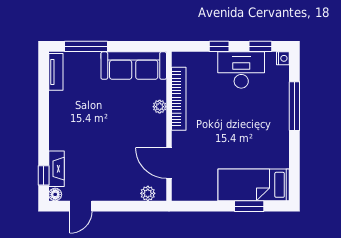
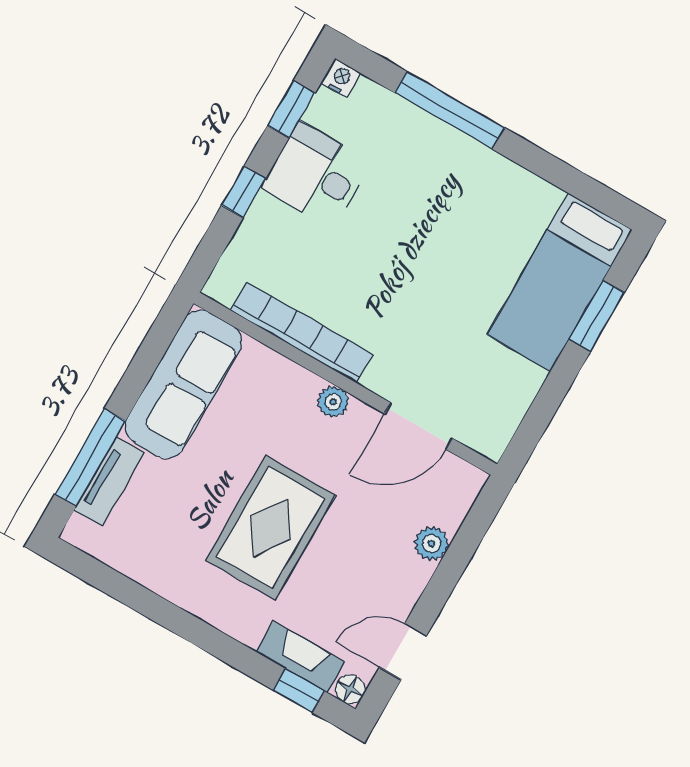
desk: (241, 70) -> (316, 175), width x0.73
tv unit: (56, 72) -> (109, 481), moved, turned 90
plant: (160, 107) -> (333, 402), moved
rug: (99, 129) -> (270, 528), added
plant: (148, 193) -> (431, 544), moved
door: (81, 206) -> (403, 652), swing flipped

